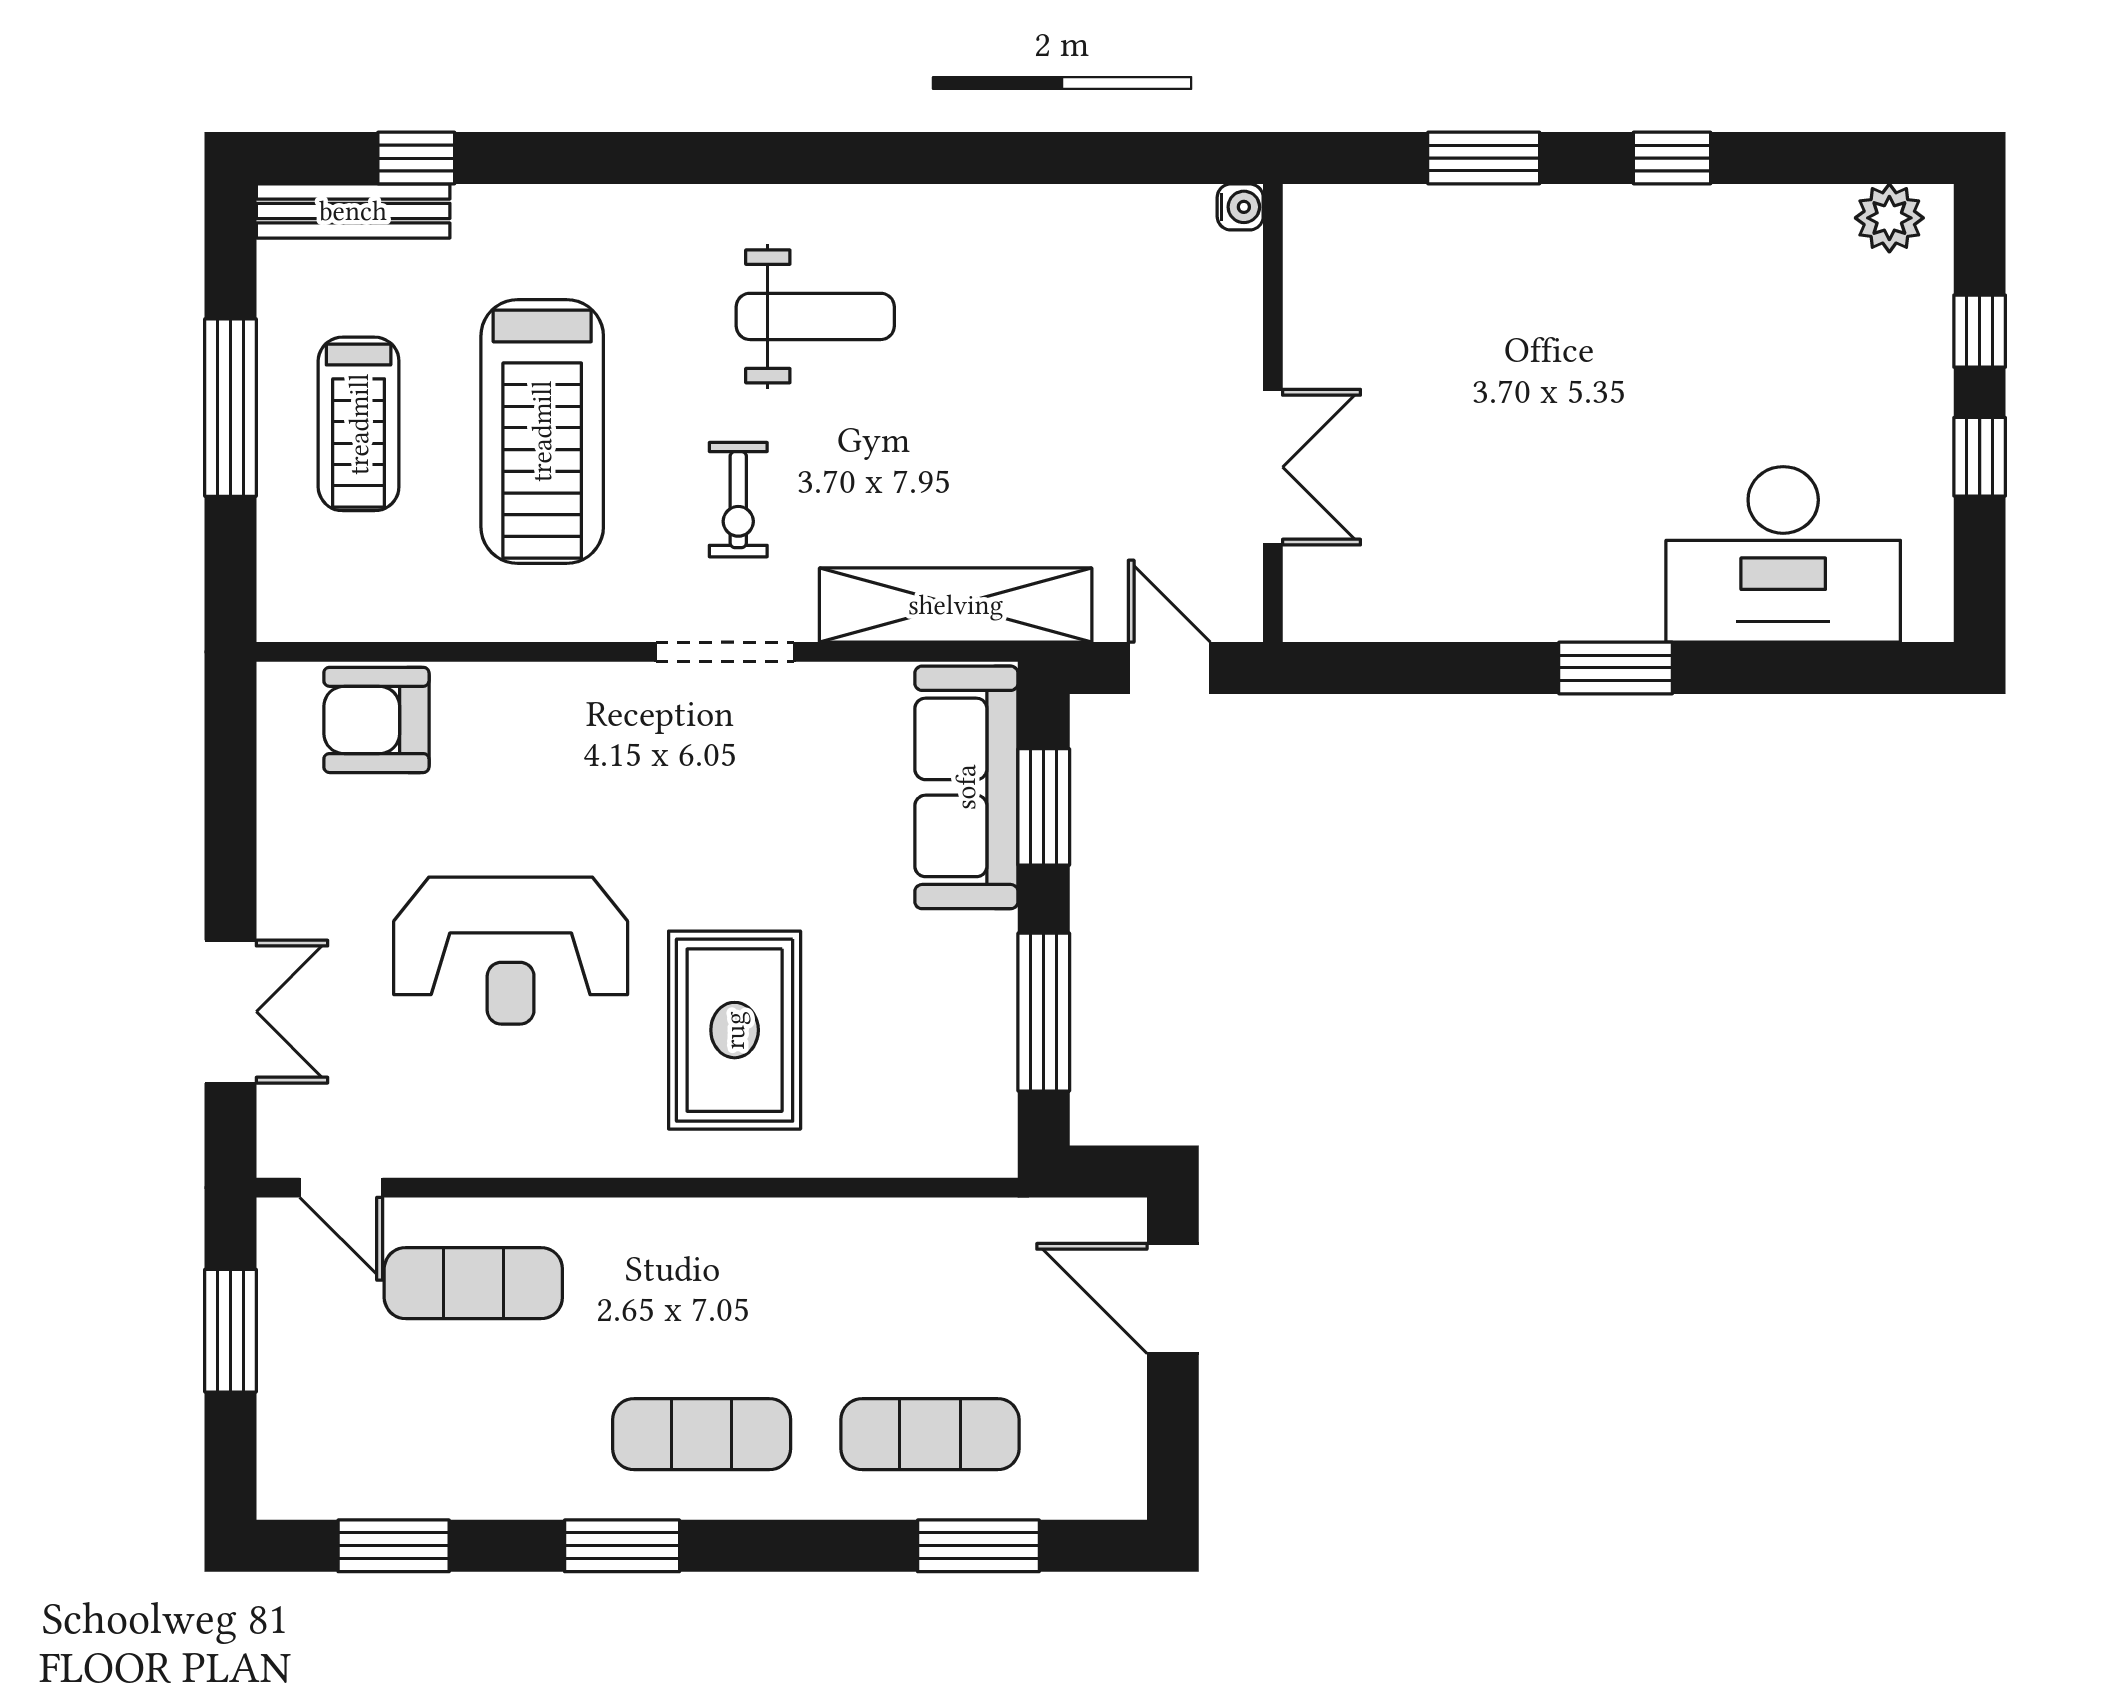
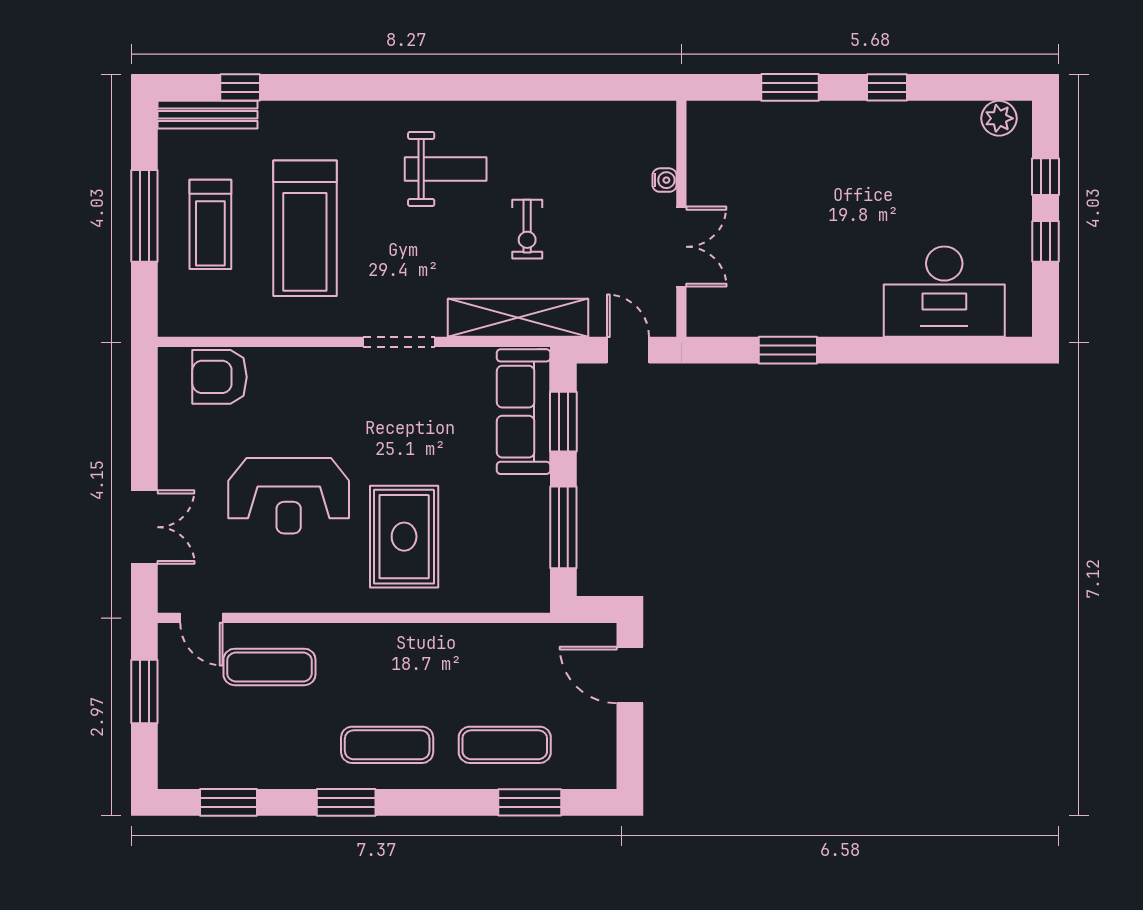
water cooler: (1240, 207) -> (665, 180), moved
exercise bike: (738, 500) -> (527, 229), moved
window: (1616, 668) -> (788, 350), moved

